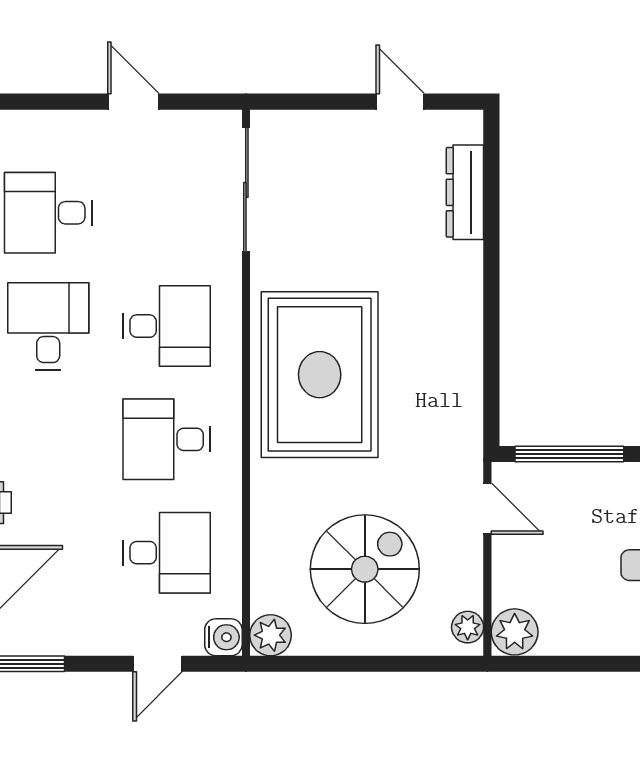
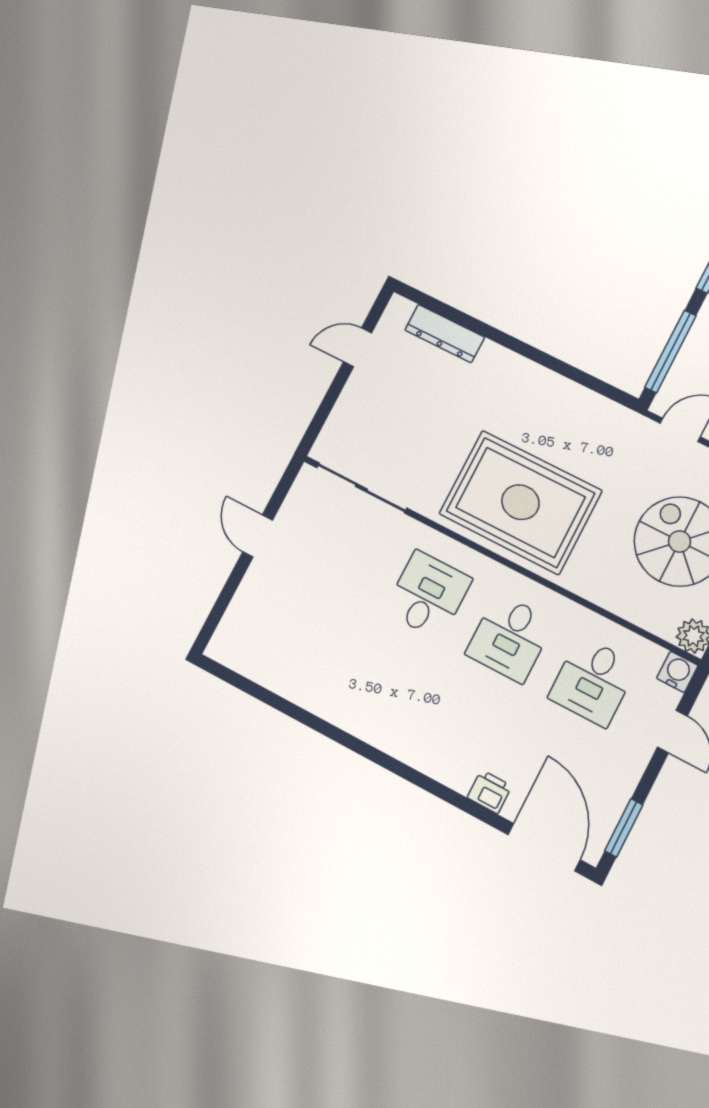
door: (133, 102) -> (258, 536), hinge flipped
desk: (48, 213) -> (303, 638), removed
desk: (48, 326) -> (383, 681), removed
desk: (167, 553) -> (593, 681), turned 180

